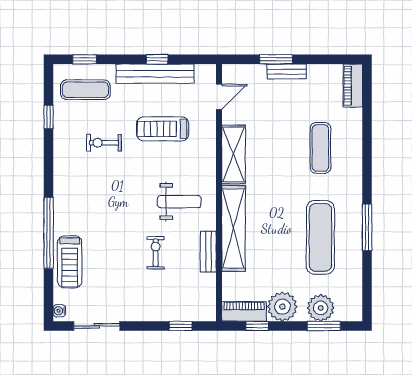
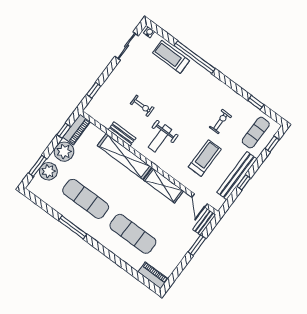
bench: (287, 71) -> (204, 222), moved
exercise mat: (320, 148) -> (133, 234), width x1.36, depth x1.45

